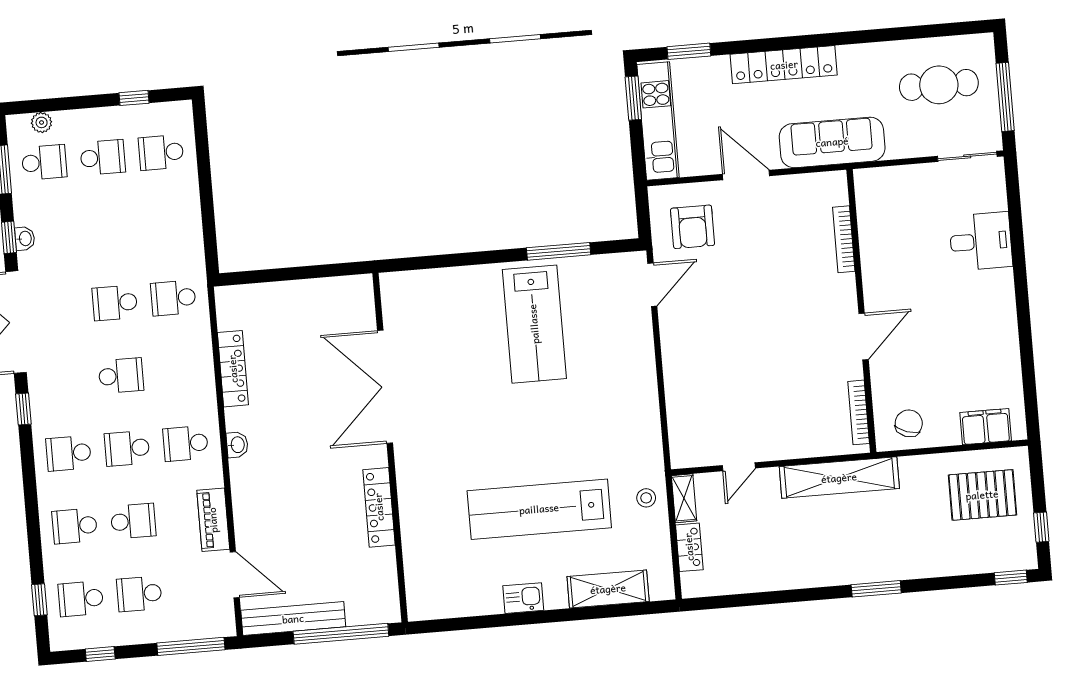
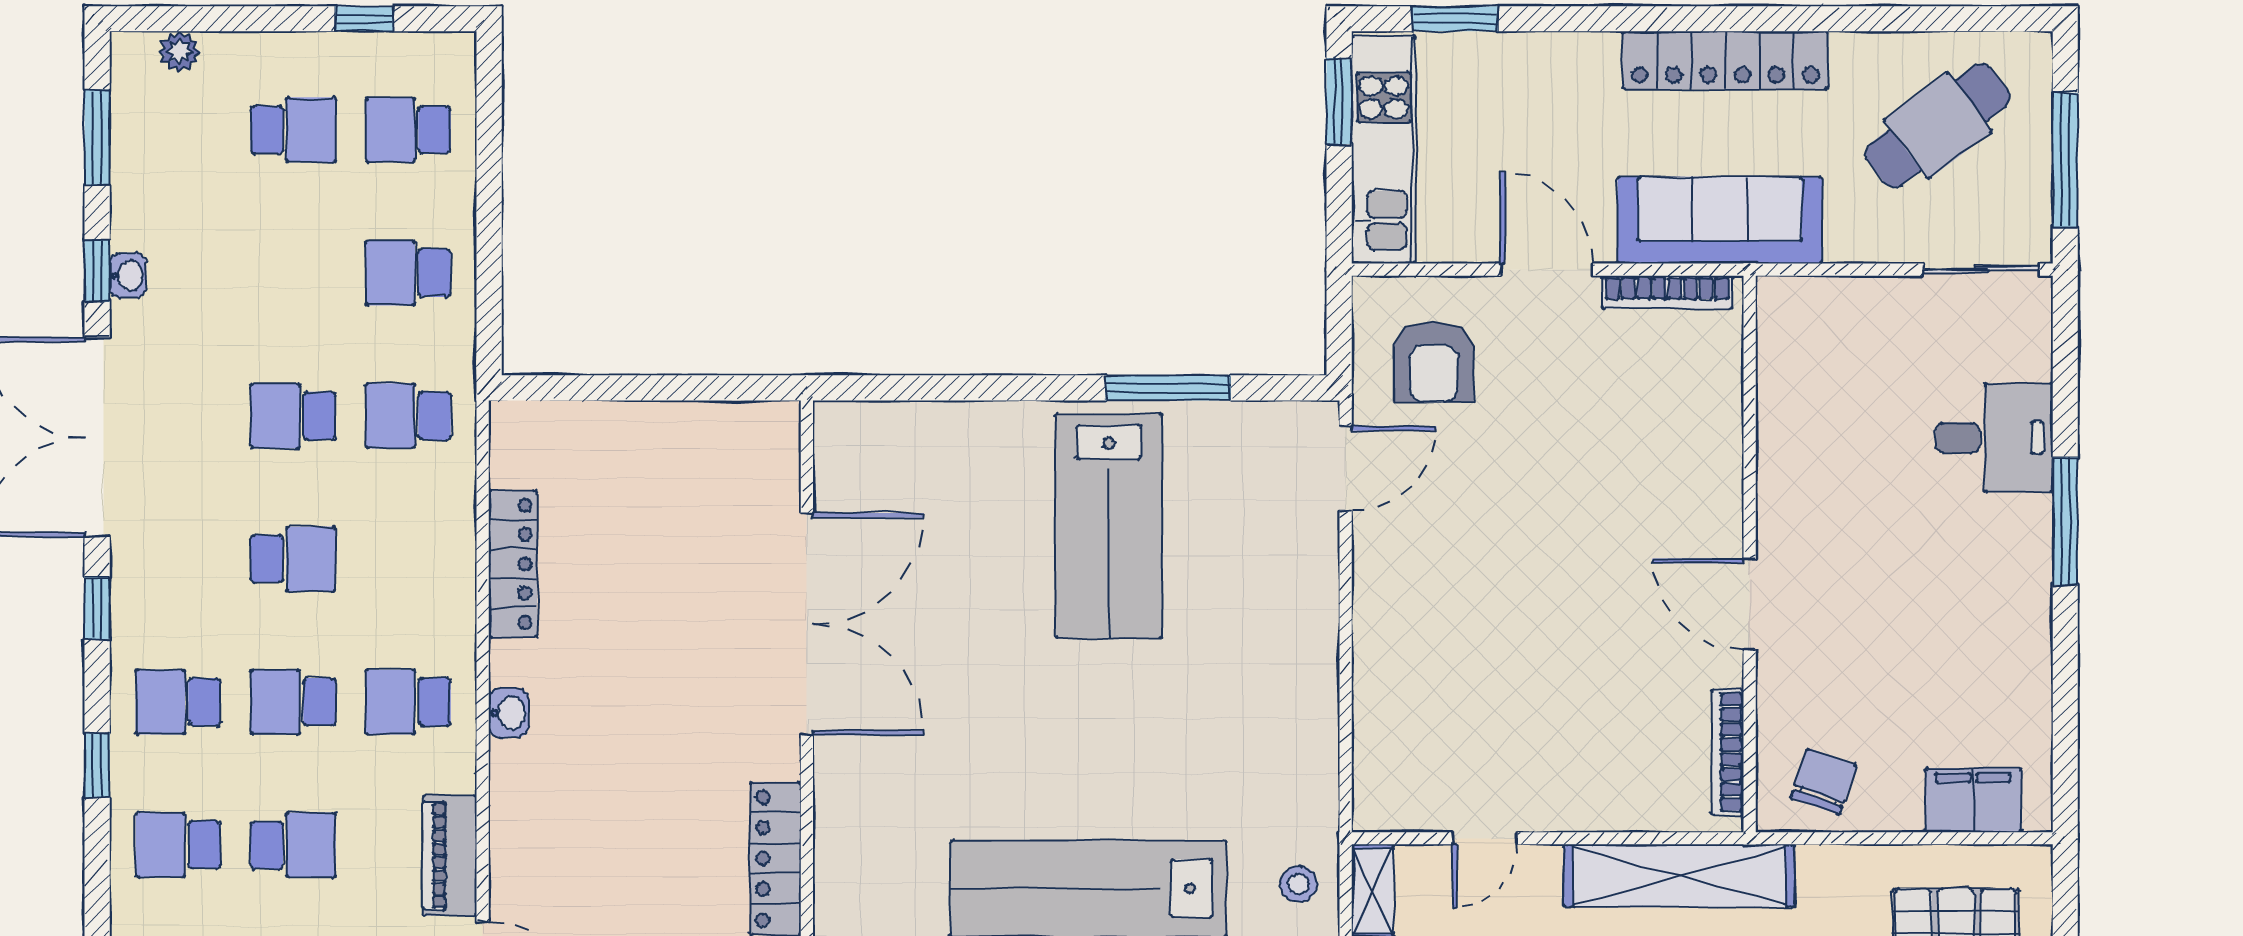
locker: (784, 65) -> (1725, 60), moved
cafe table: (939, 85) -> (1938, 125), turned -37
school desk: (44, 162) -> (408, 273), moved, turned 180
bookcase: (844, 239) -> (1667, 292), moved, turned -90
window: (1021, 281) -> (2065, 521), added
door: (864, 336) -> (1750, 604), swing flipped
double door: (385, 387) -> (807, 624), swing flipped
window: (30, 489) -> (97, 765), added

